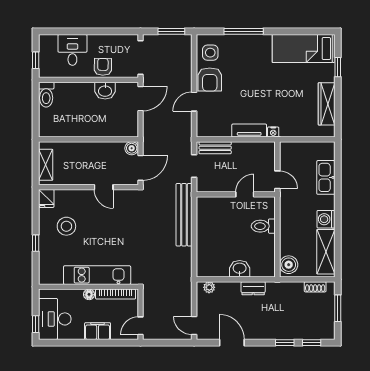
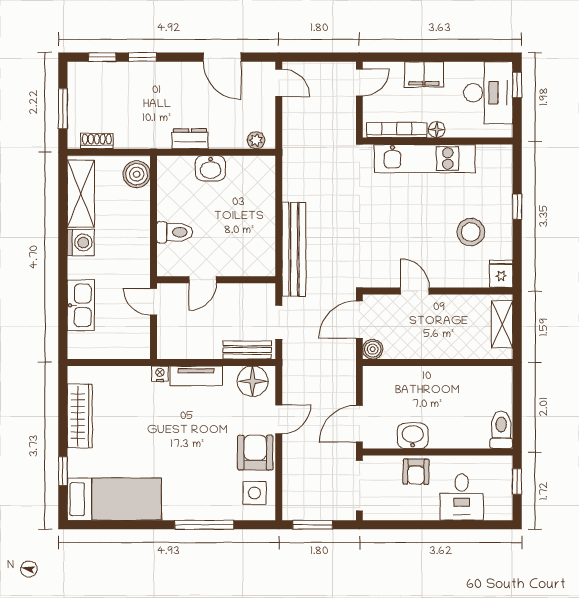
floor lamp: (211, 127) -> (253, 381), added

